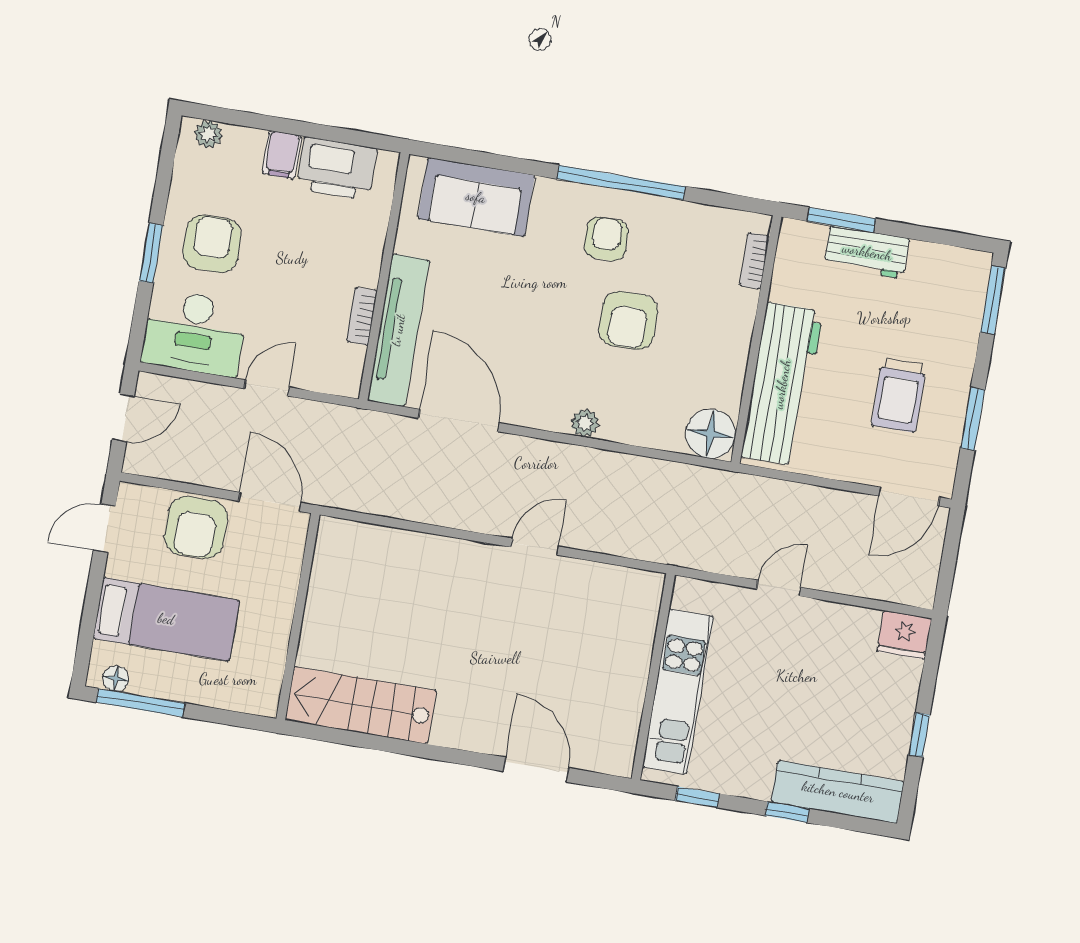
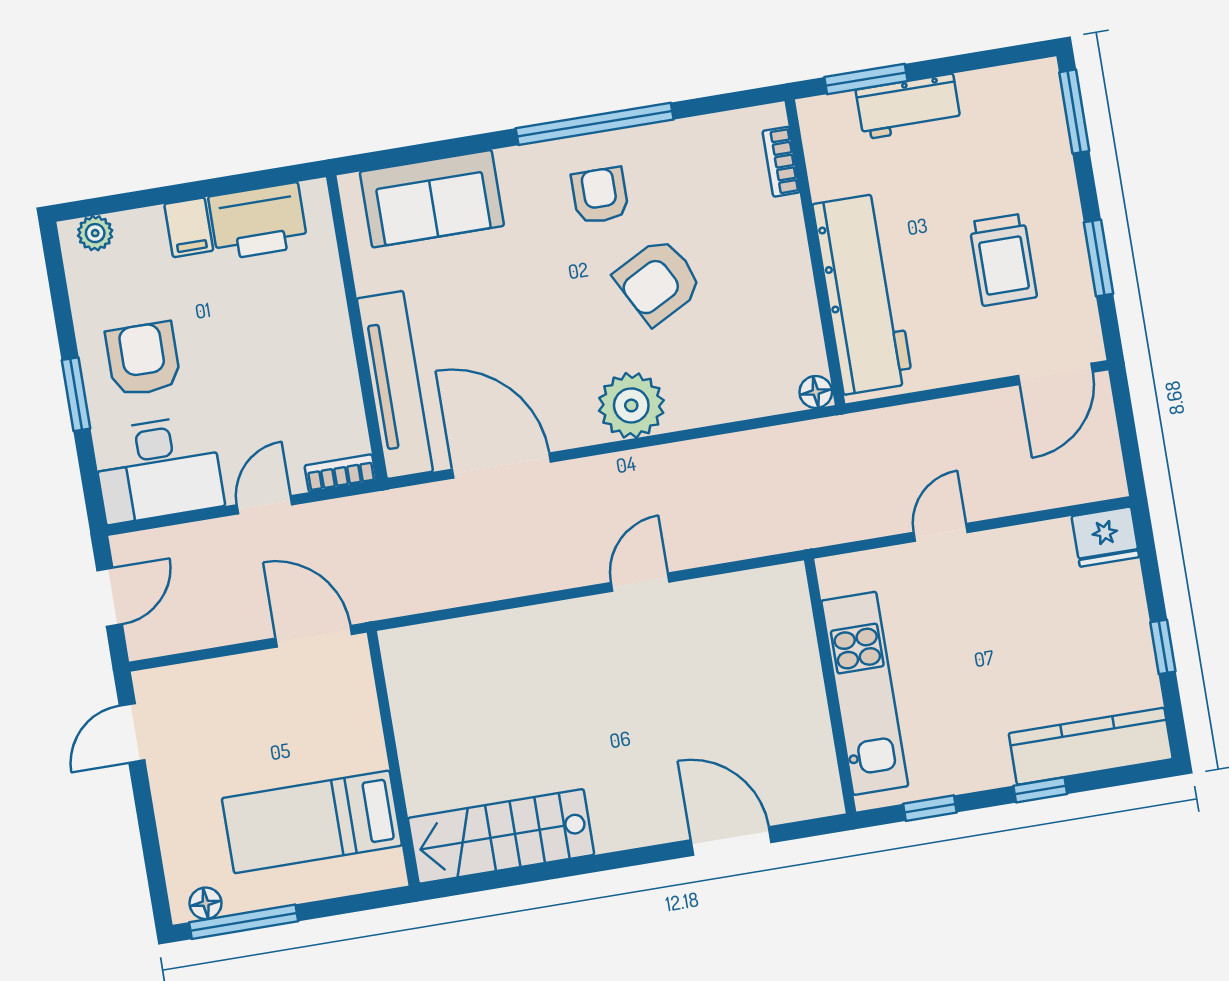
bookcase: (362, 316) -> (341, 473), moved, turned 90
armchair: (628, 320) -> (658, 281), turned 62
plant: (585, 423) -> (631, 405), width x1.88, depth x1.88
floor lamp: (711, 434) -> (816, 392), width x0.53, depth x0.53
armchair: (196, 527) -> (238, 695), removed
bed: (166, 619) -> (312, 822), moved, turned 180

